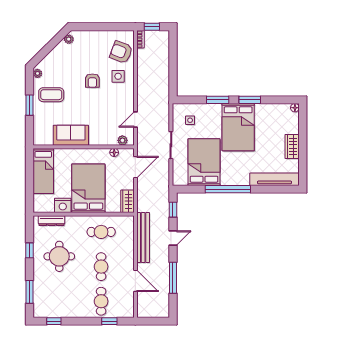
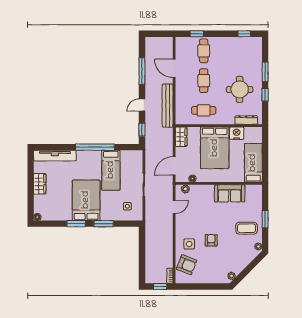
bed: (204, 162) -> (111, 170), width x0.67
window: (30, 292) -> (265, 72), moved

